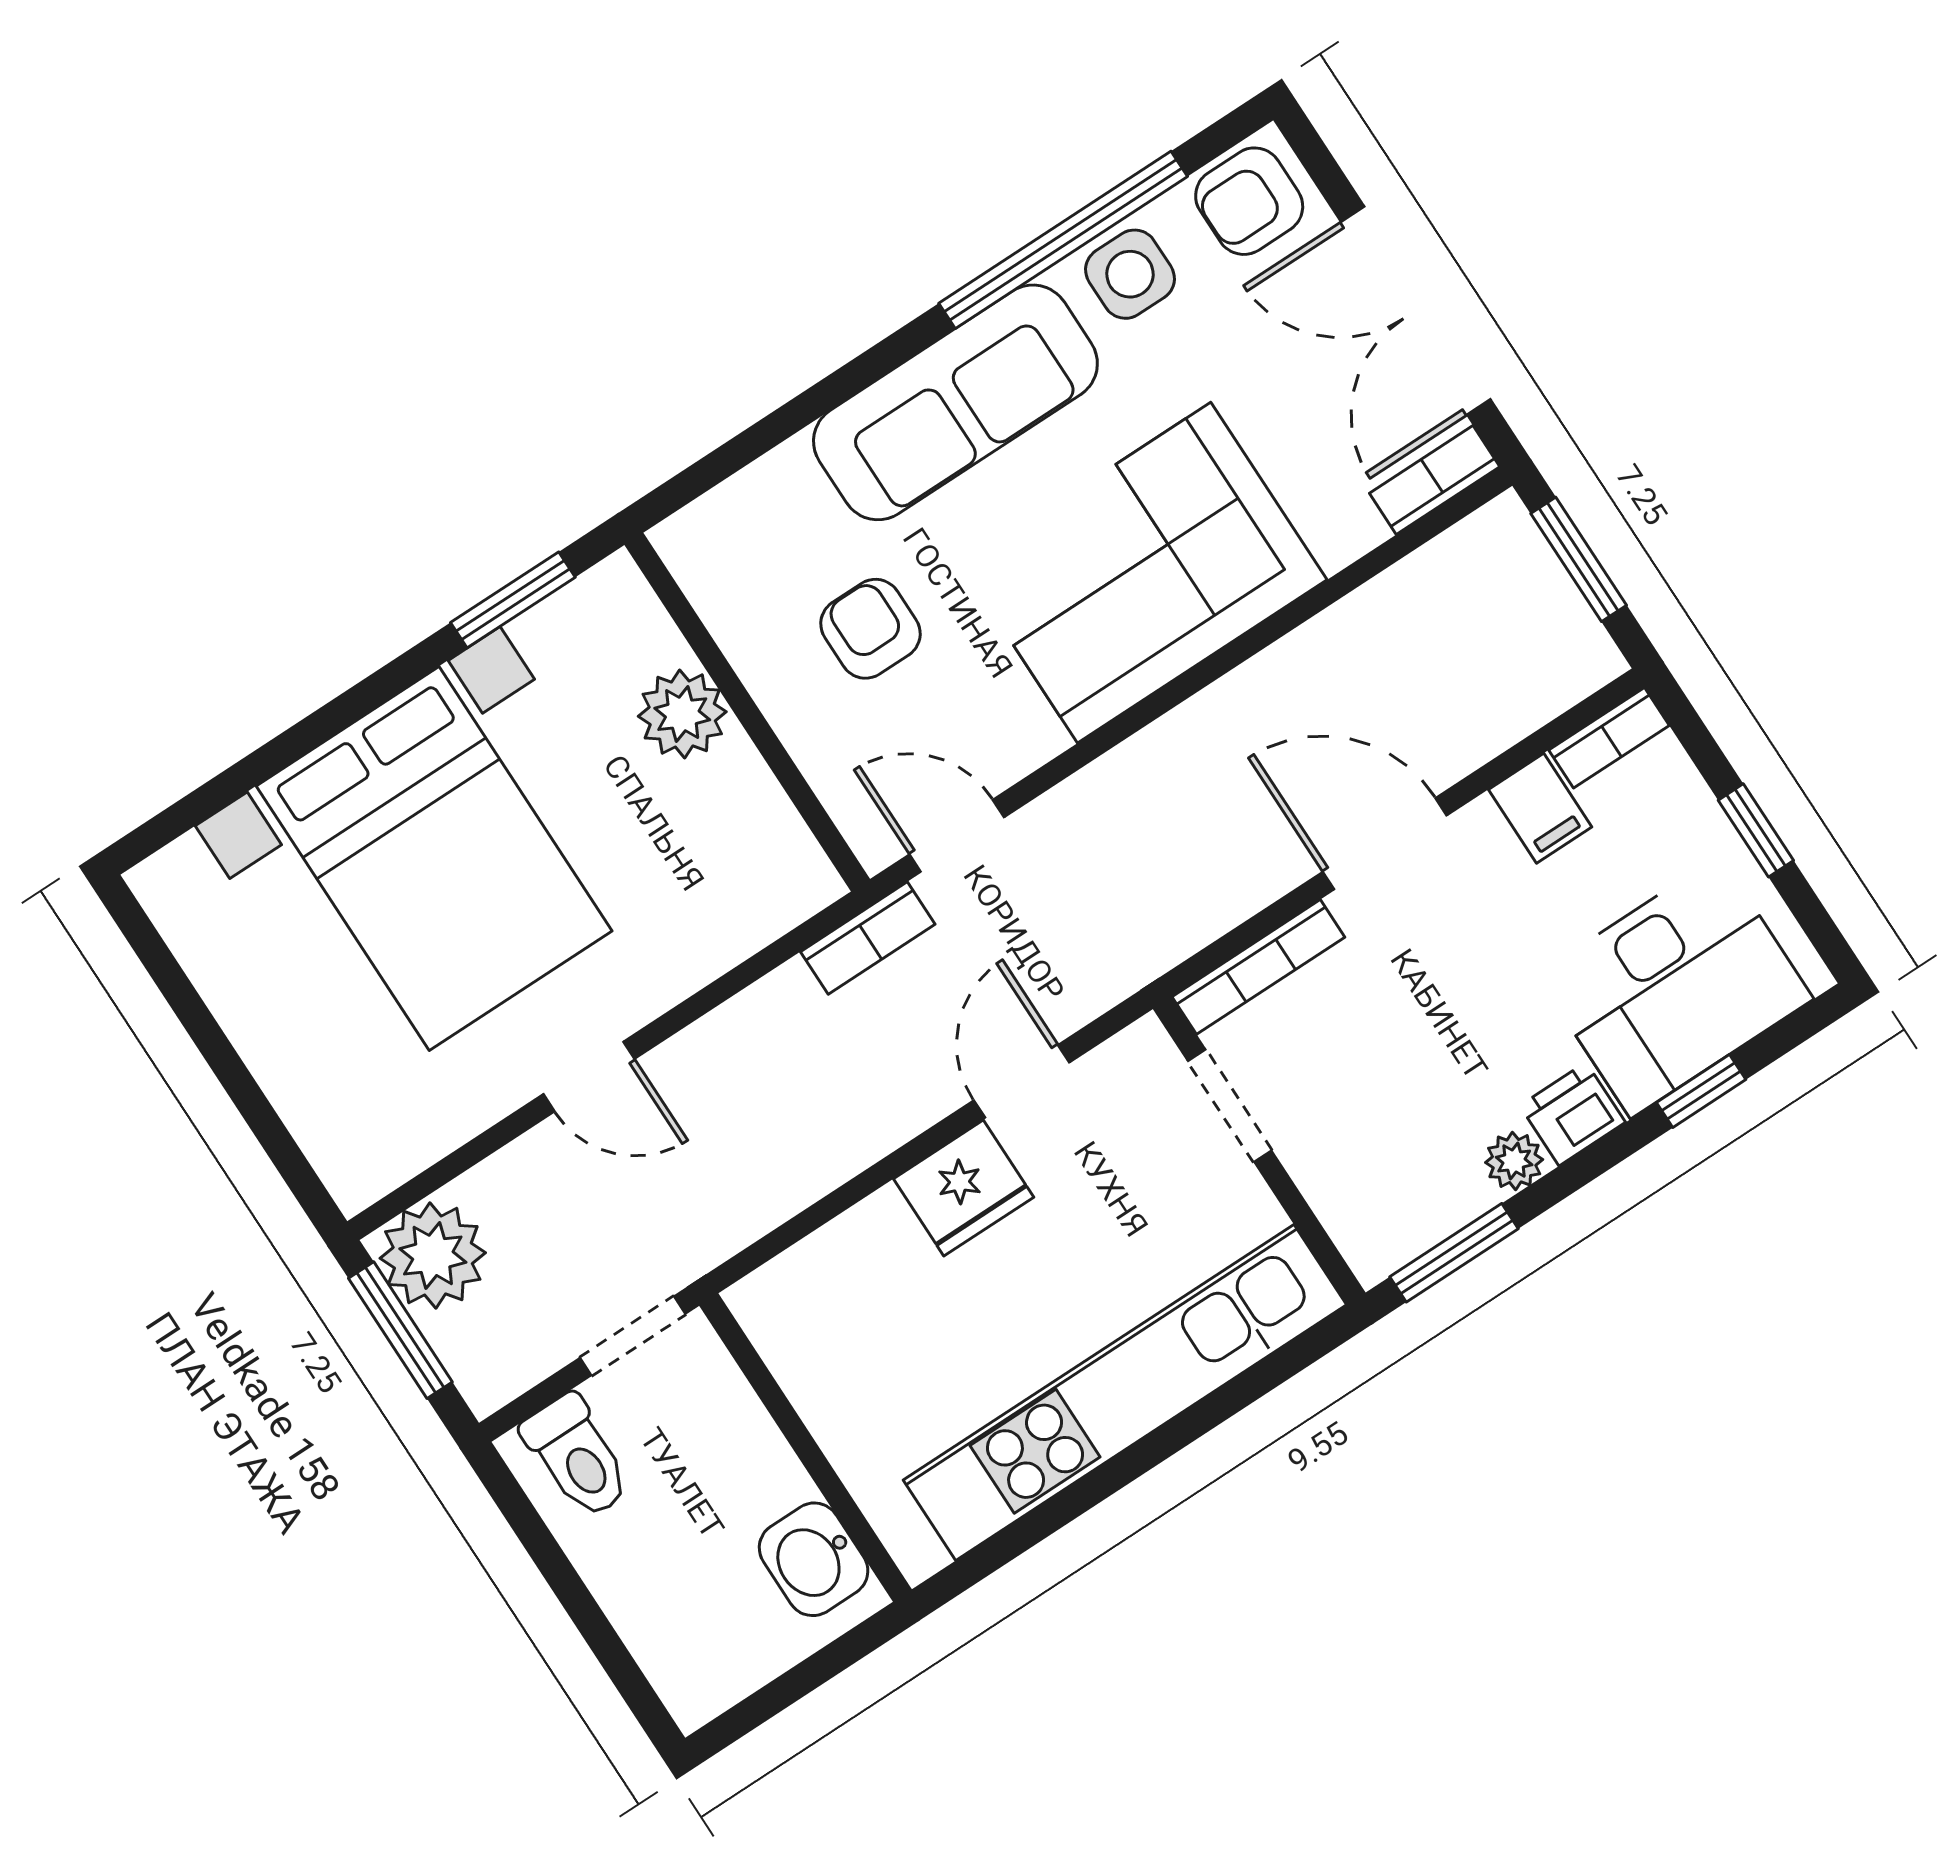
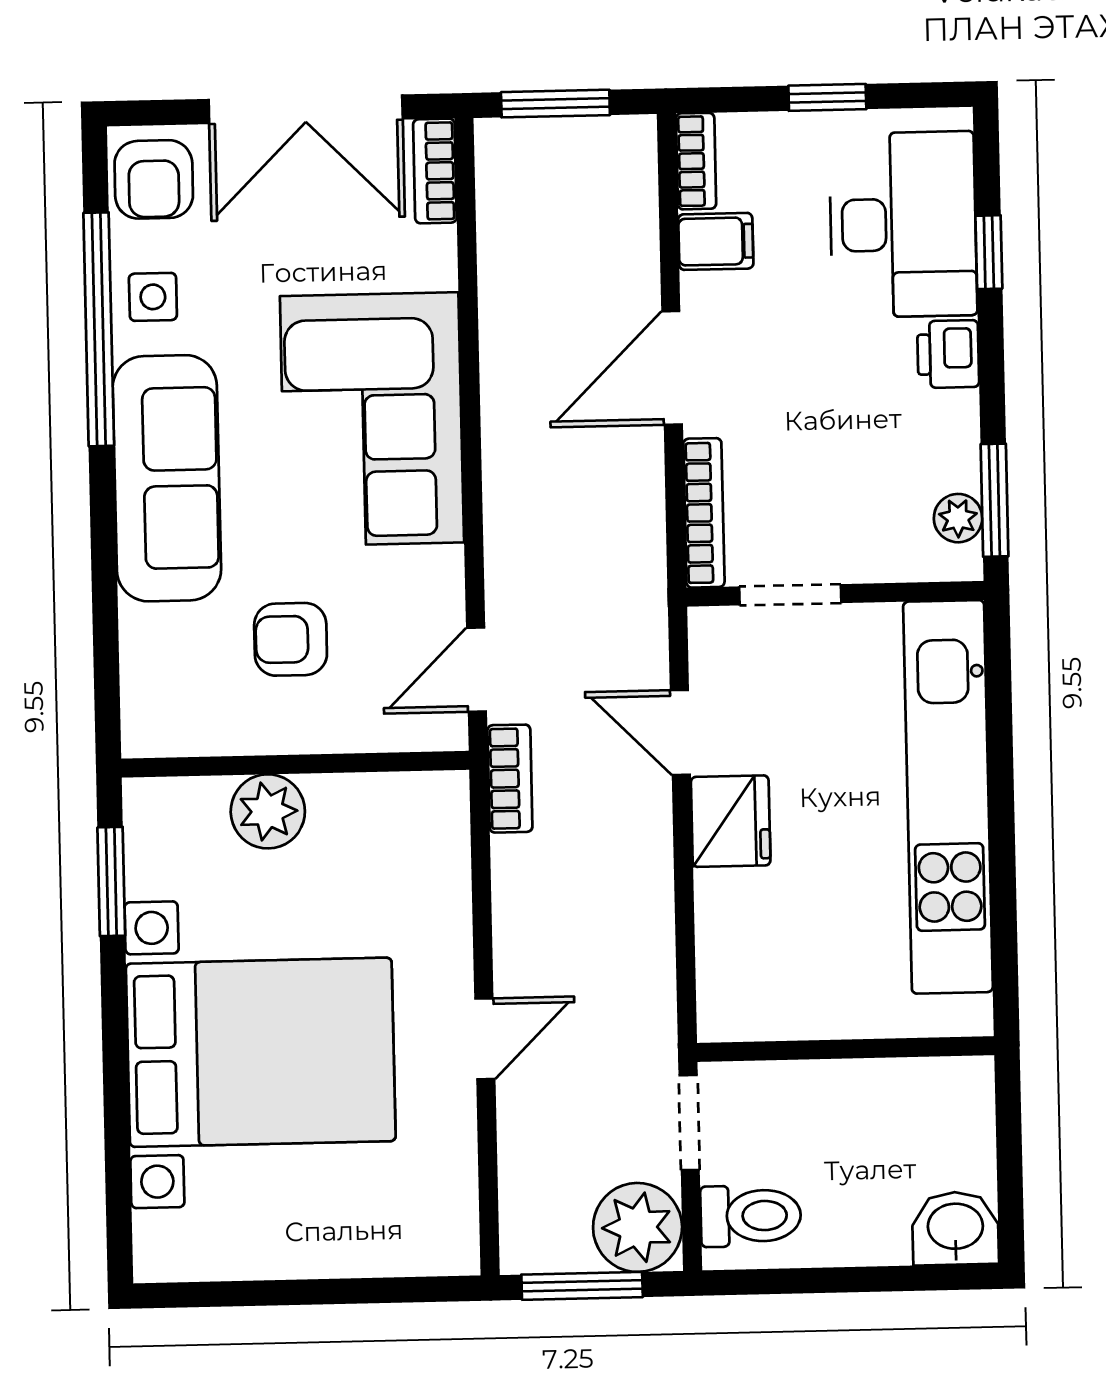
side table: (1130, 274) -> (153, 297), width x0.73, depth x0.73
plant: (1514, 1161) -> (958, 518), moved
plant: (433, 1255) -> (638, 1227), moved
washbasin: (814, 1559) -> (955, 1228), moved, turned 180

